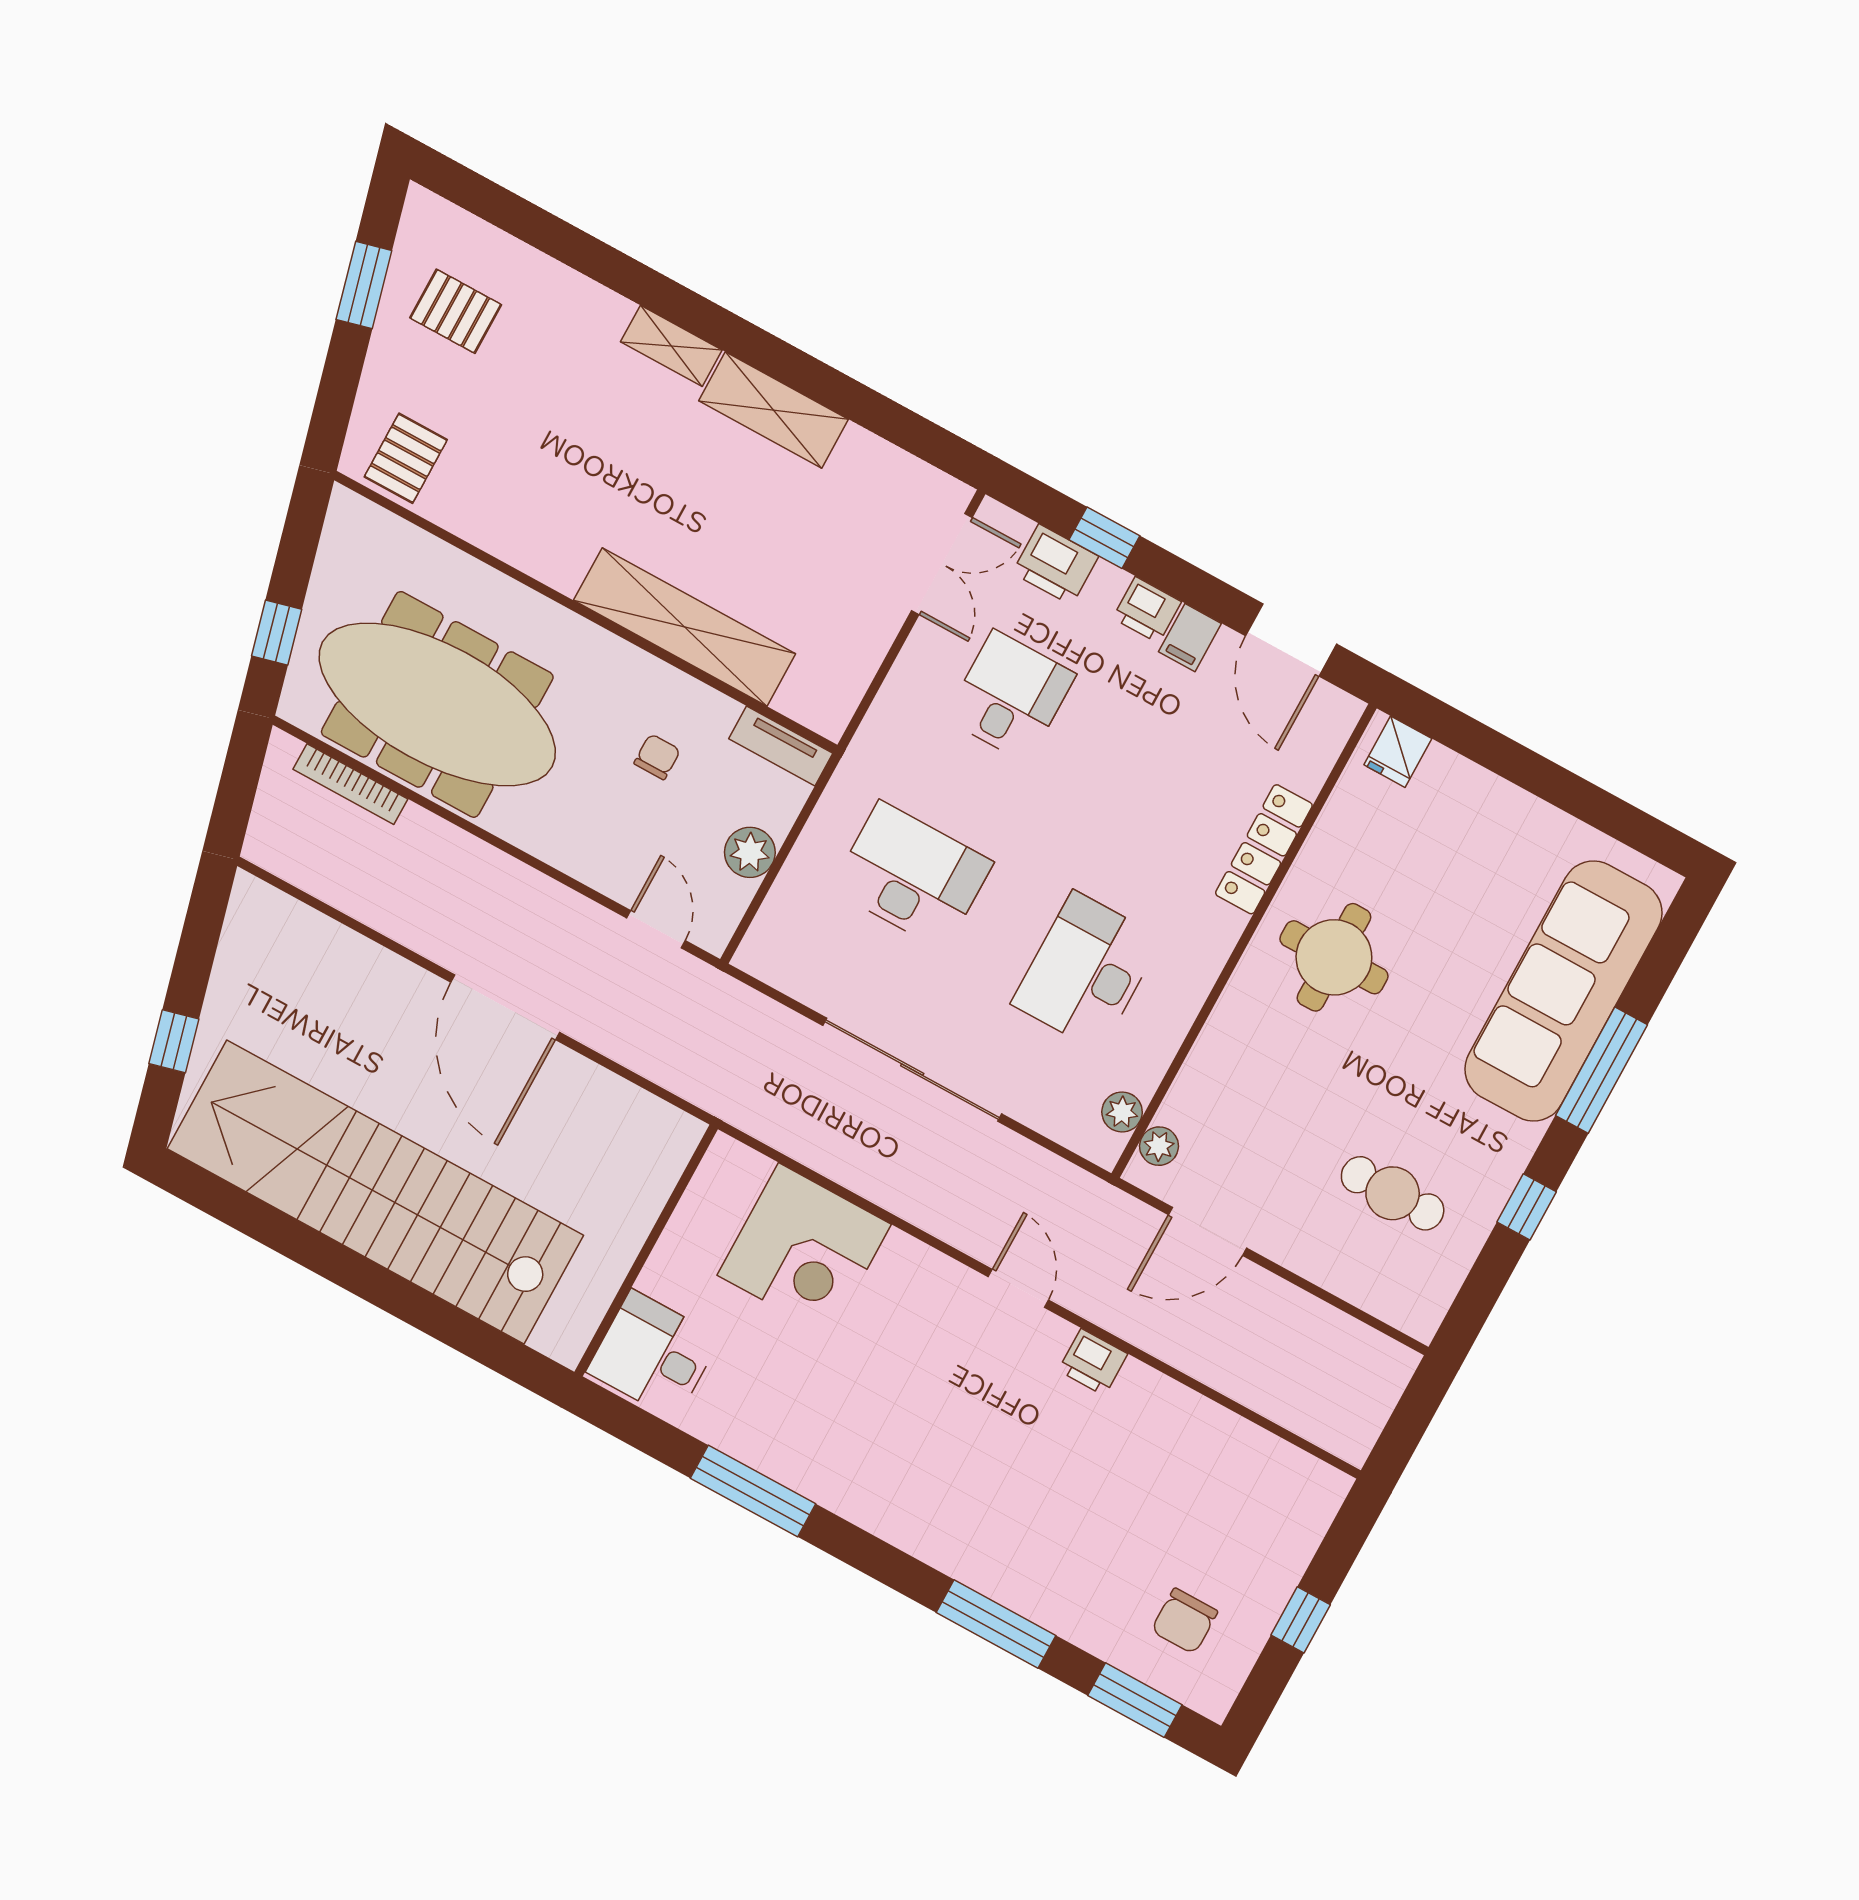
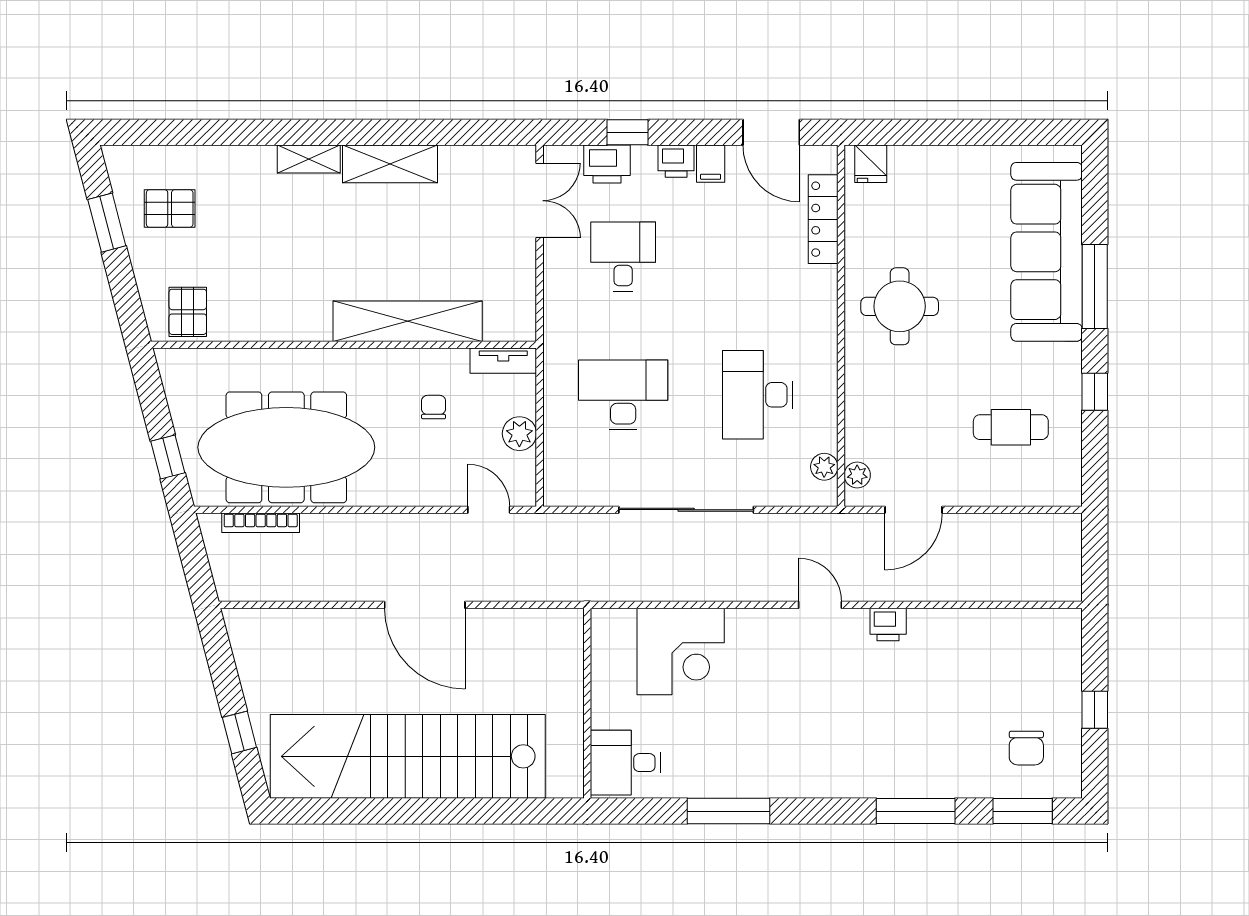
locker: (1264, 849) -> (823, 219), moved

